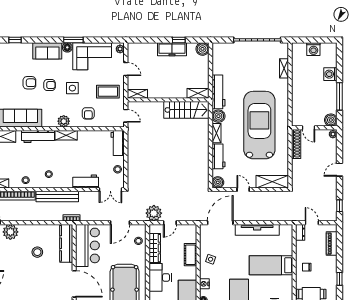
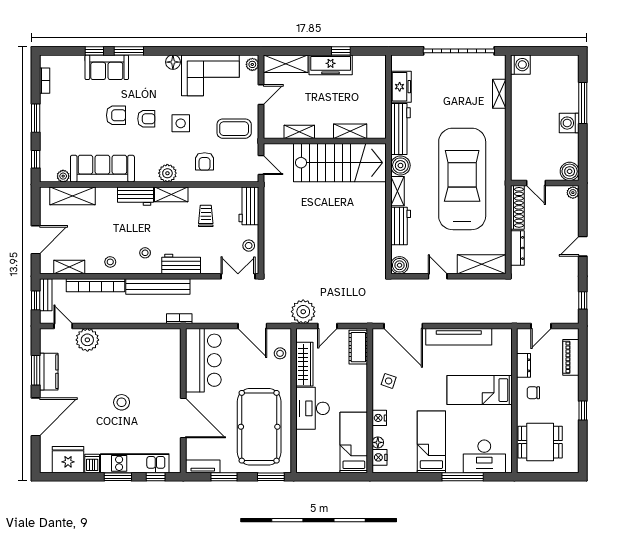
window: (73, 40) -> (129, 51), moved
shelving: (142, 48) -> (286, 64), added
boiler: (203, 49) -> (377, 64), removed
washing machine: (313, 49) -> (520, 65), moved, turned -90
sofa: (47, 51) -> (107, 67), moved
freezer: (219, 64) -> (401, 87), added
door: (126, 69) -> (261, 95), hinge flipped
washing machine: (330, 74) -> (569, 123), moved
shelving: (198, 93) -> (350, 131), moved
shelving: (137, 94) -> (299, 132), moved
window: (340, 96) -> (583, 103), moved
stairs: (186, 110) -> (340, 163), width x1.36, depth x1.51
workbench: (38, 136) -> (136, 196), width x0.73
trolley: (89, 150) -> (206, 216), added
dresser: (296, 171) -> (517, 248), added
workbench: (86, 182) -> (181, 264), moved
double door: (110, 190) -> (238, 276), swing flipped
door: (120, 223) -> (252, 326), hinge flipped
door: (220, 223) -> (403, 326), swing flipped
door: (312, 223) -> (541, 326), swing flipped
dresser: (300, 232) -> (524, 365), moved
kitchen counter: (66, 243) -> (171, 357), removed
stool: (37, 252) -> (122, 402), moved
cot: (190, 255) -> (358, 347), moved

